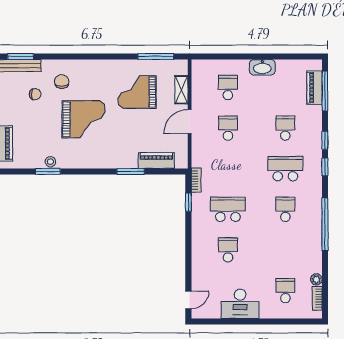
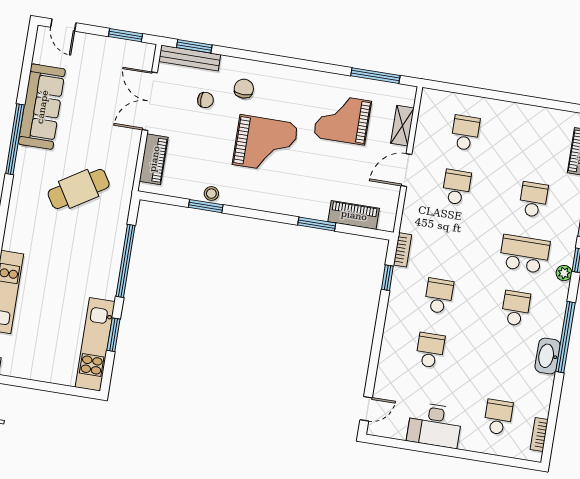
washbasin: (262, 67) -> (548, 356), moved, turned 90
school desk: (228, 209) -> (439, 296), width x0.54
plant: (316, 279) -> (564, 273), moved

